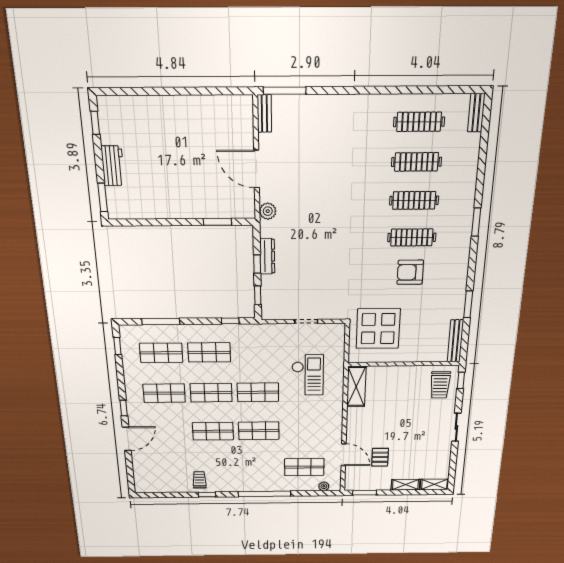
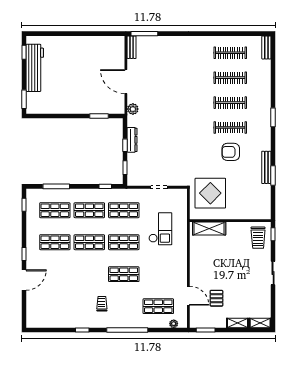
workbench: (113, 166) -> (35, 68), width x1.87, depth x1.32
bench: (455, 341) -> (266, 167), moved
shelving: (356, 387) -> (209, 228), moved, turned 90
shop shelf: (213, 431) -> (124, 210), moved
trolley: (199, 480) -> (102, 304), moved

